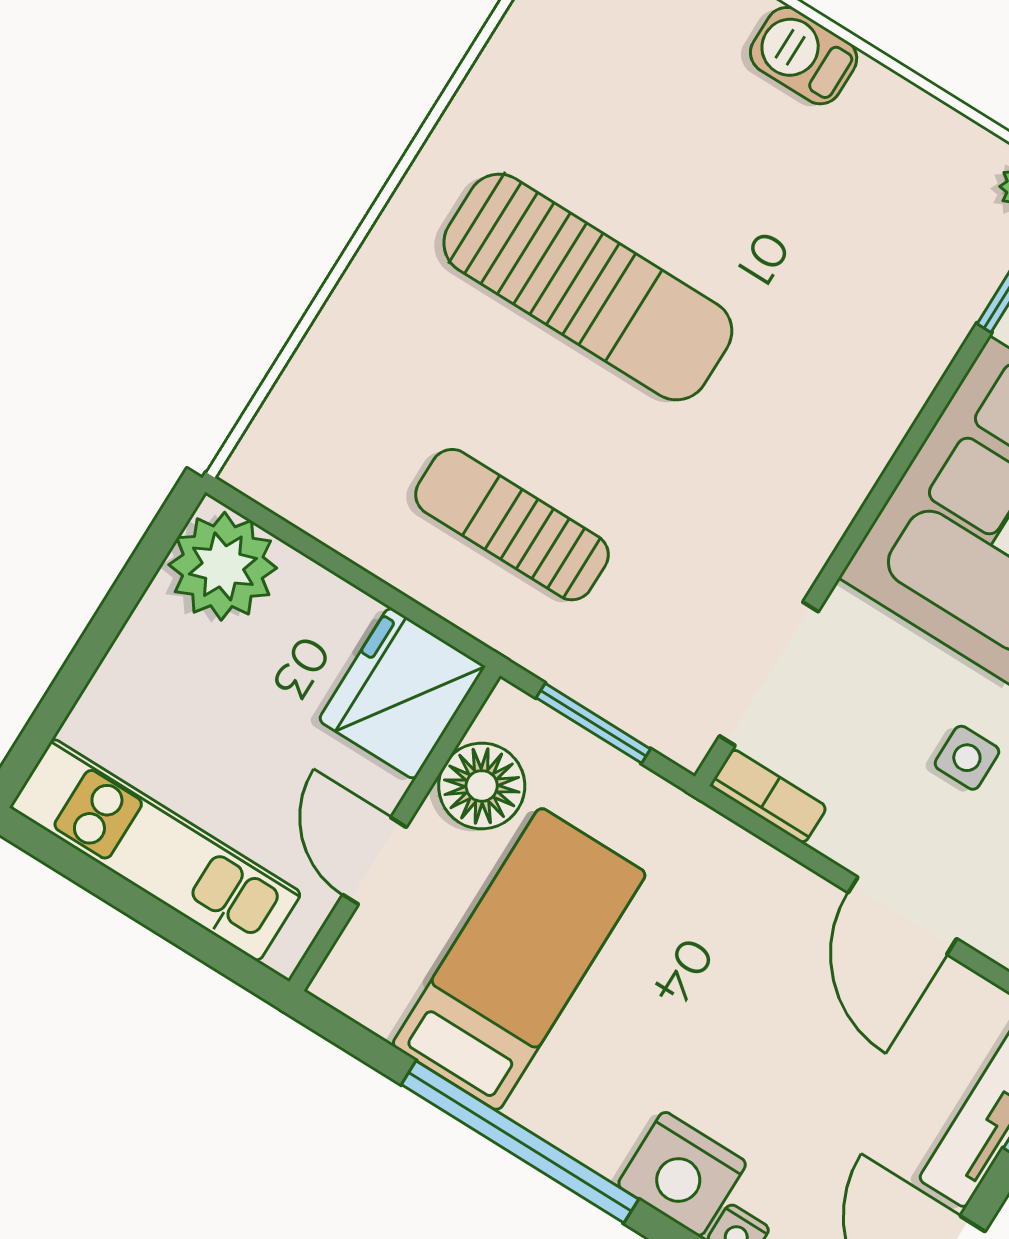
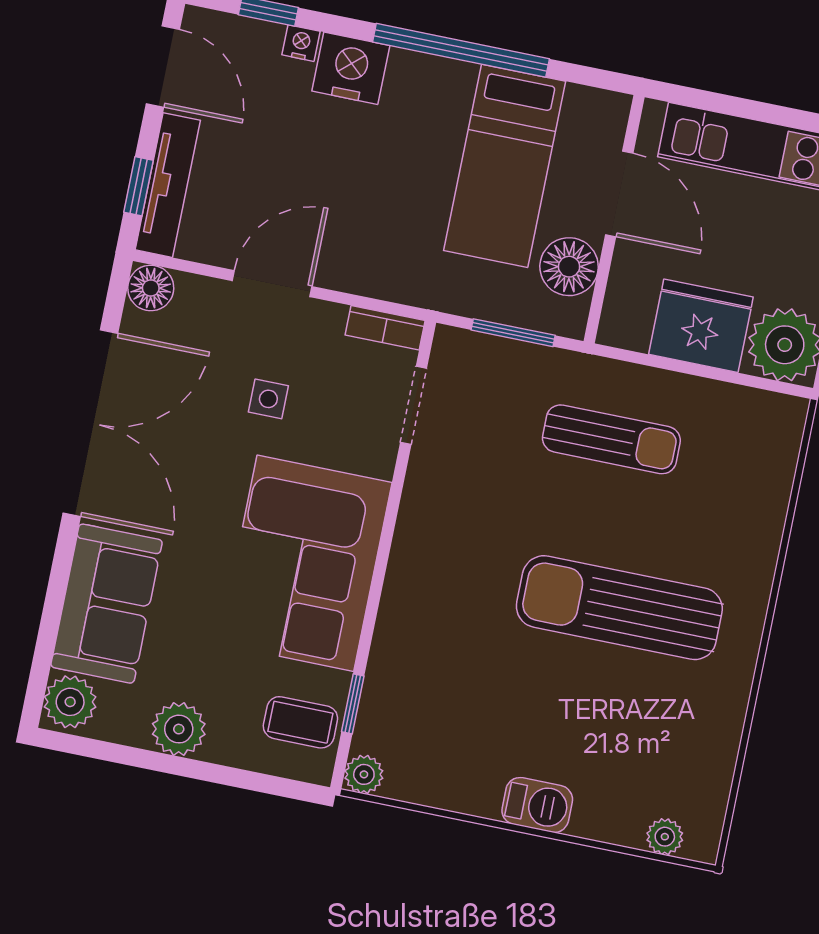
doorway: (769, 674) -> (414, 405), width x0.73
fridge: (402, 693) -> (701, 326), moved, turned -90
door: (375, 861) -> (619, 194), width x1.38
door: (902, 916) -> (272, 284), hinge flipped

